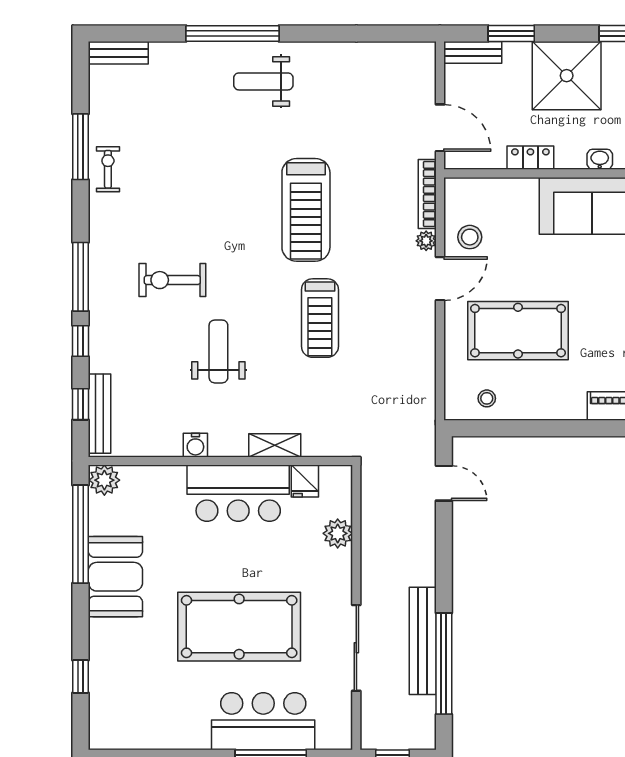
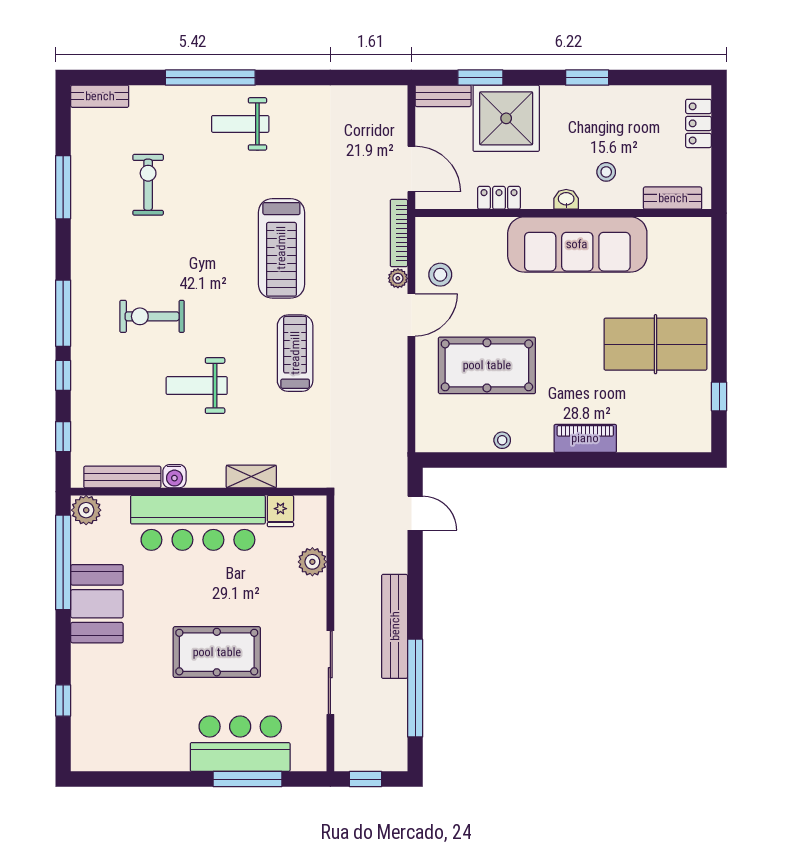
shower: (567, 76) -> (506, 118), moved
exercise bike: (108, 169) -> (148, 185), moved, width x1.38, depth x1.39
treadmill: (320, 318) -> (295, 353), turned 180
weight bench: (218, 351) -> (197, 386), turned -90
stool: (487, 398) -> (502, 440), moved
bench: (100, 414) -> (122, 477), moved, turned 90
bar counter: (238, 493) -> (198, 523), width x1.36
pool table: (239, 627) -> (217, 652), width x0.73, depth x0.76
bench: (423, 641) -> (395, 626), moved

